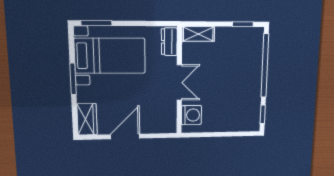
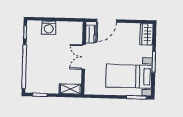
dresser: (169, 42) -> (91, 34), moved
washing machine: (191, 115) -> (49, 28), moved, turned -90
door: (125, 136) -> (106, 21), moved

